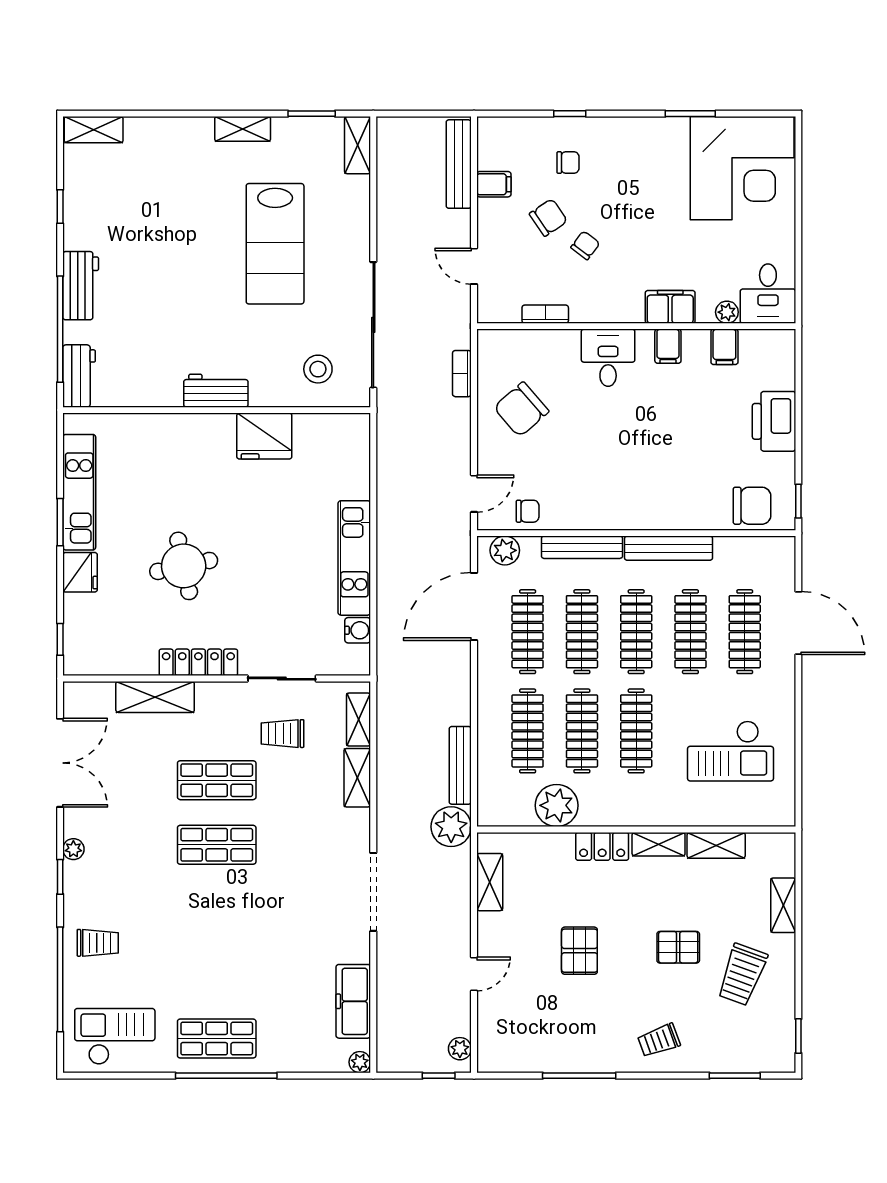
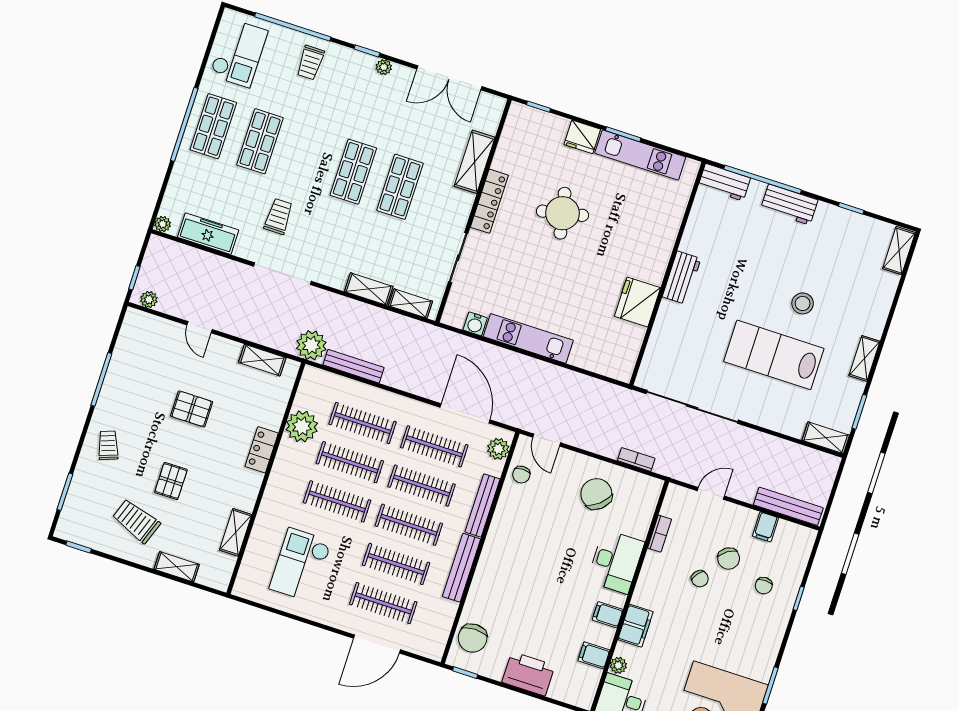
desk: (608, 358) -> (616, 562), width x1.37
stool: (318, 369) -> (803, 303), moved
trolley: (283, 734) -> (278, 216), moved
shelving: (659, 844) -> (250, 491), removed
shop shelf: (217, 974) -> (260, 141), added

